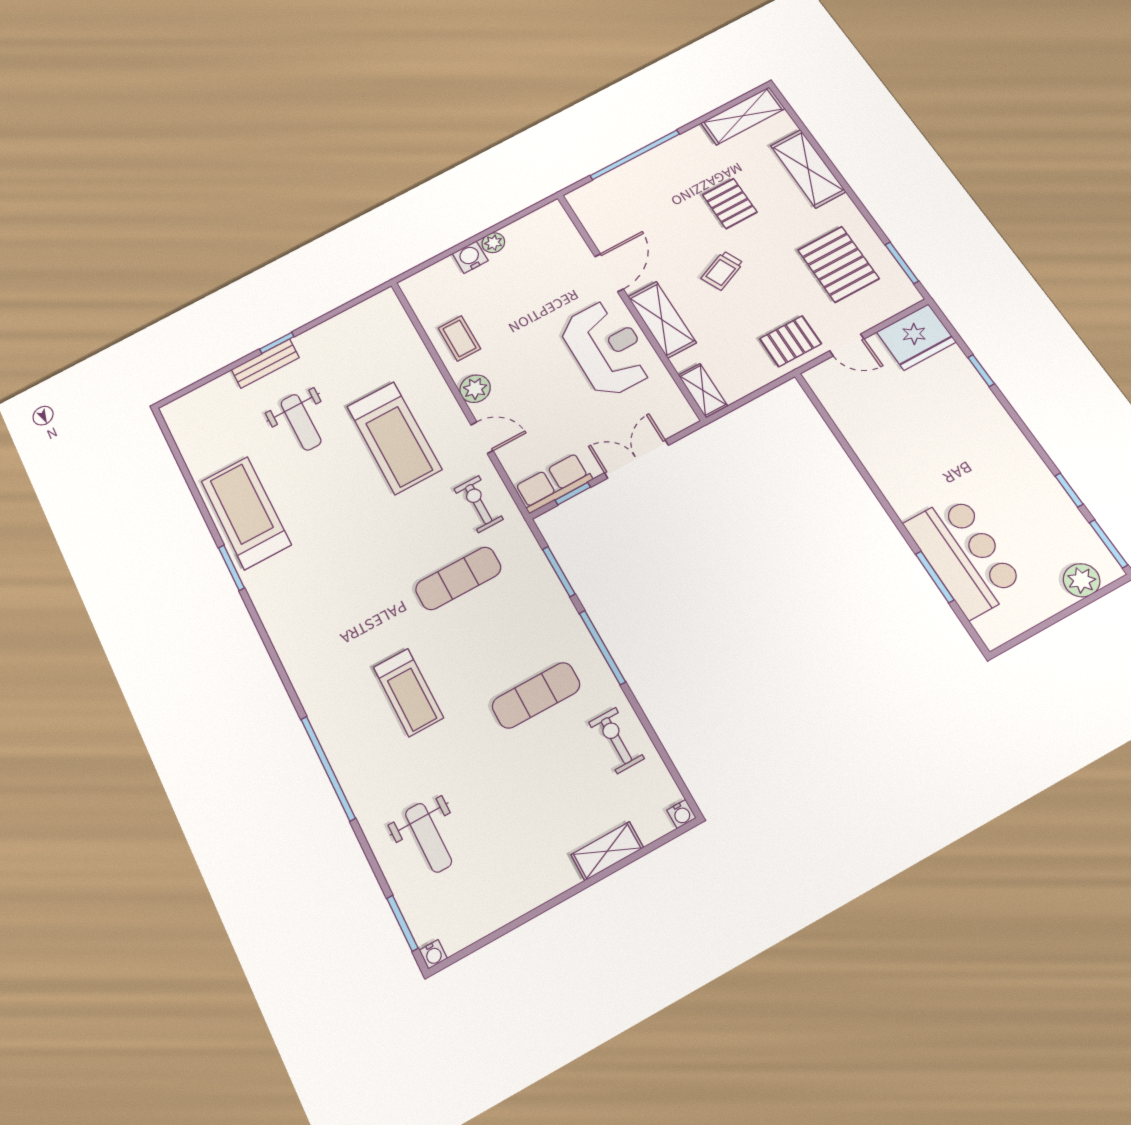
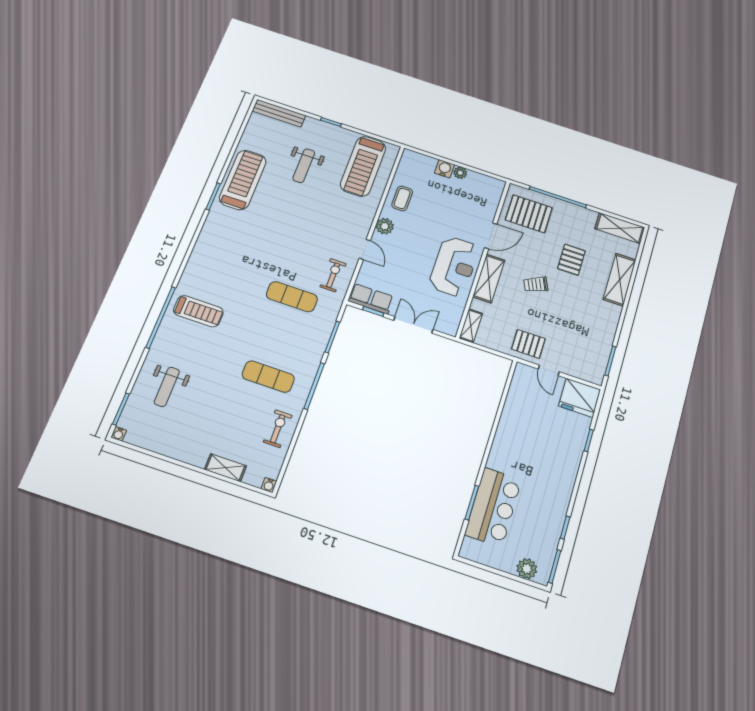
pallet: (838, 264) -> (529, 214), moved, turned 90
bench: (265, 364) -> (279, 113), moved, width x1.36
treadmill: (394, 438) -> (363, 166), moved
treadmill: (408, 692) -> (198, 311), moved, turned -90

